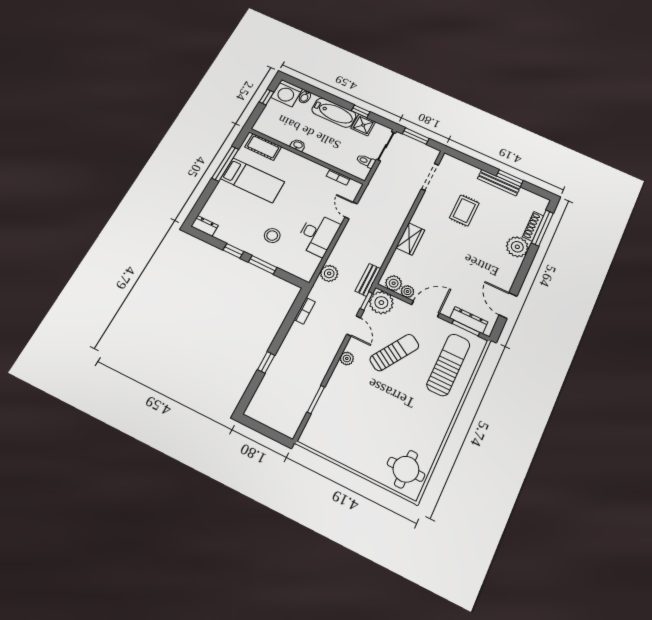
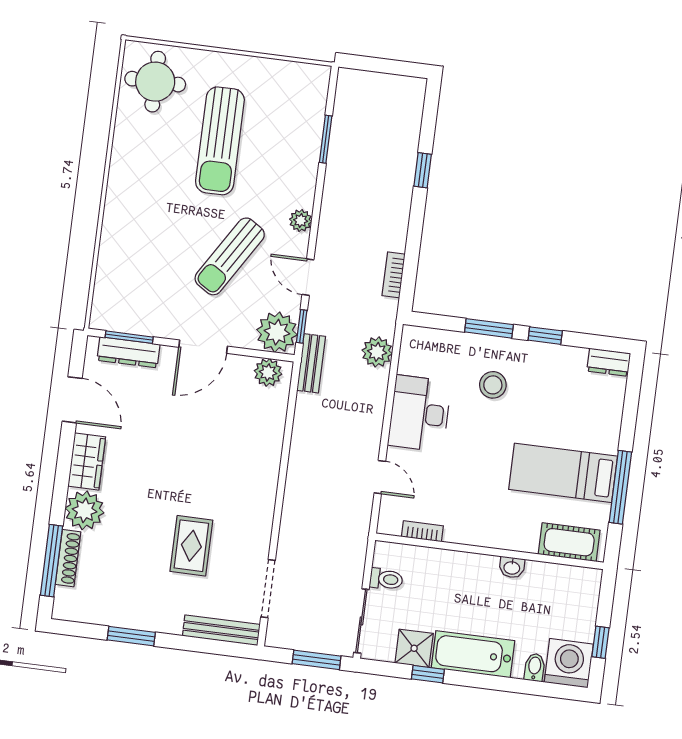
bench: (499, 183) -> (221, 630), moved
wardrobe: (410, 239) -> (87, 461), moved, turned 180
plant: (407, 292) -> (241, 366), removed
sun lounger: (448, 365) -> (220, 141), moved

